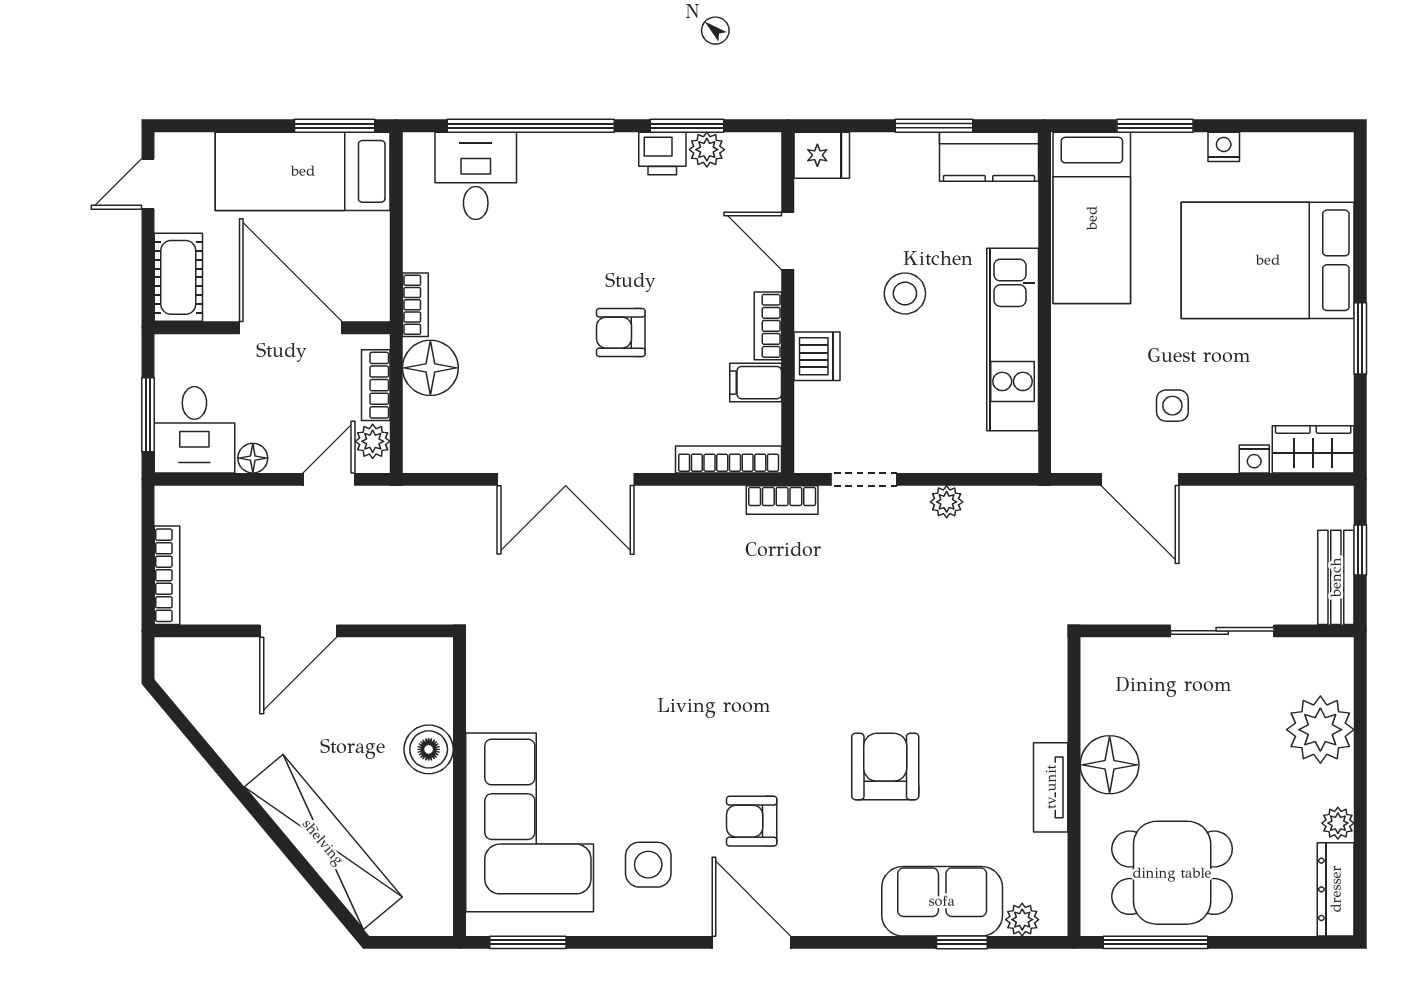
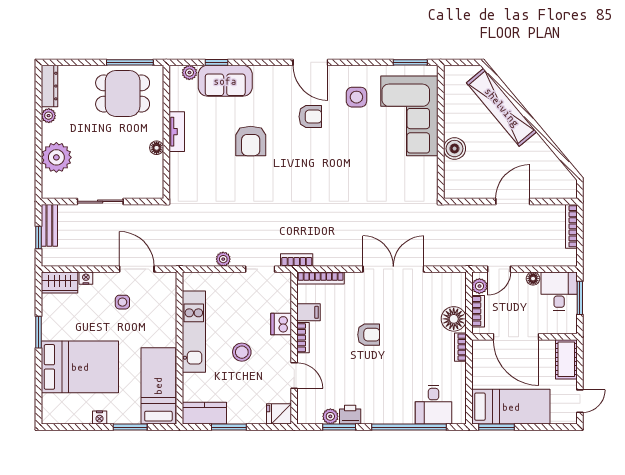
floor lamp: (1110, 765) -> (157, 148), width x0.53, depth x0.53

